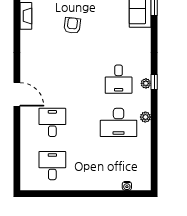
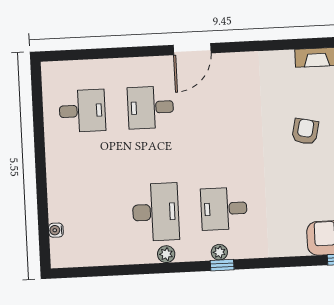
armchair: (72, 25) -> (305, 131), turned -84
desk: (52, 122) -> (151, 107), turned 180
desk: (119, 122) -> (156, 212), turned 180

